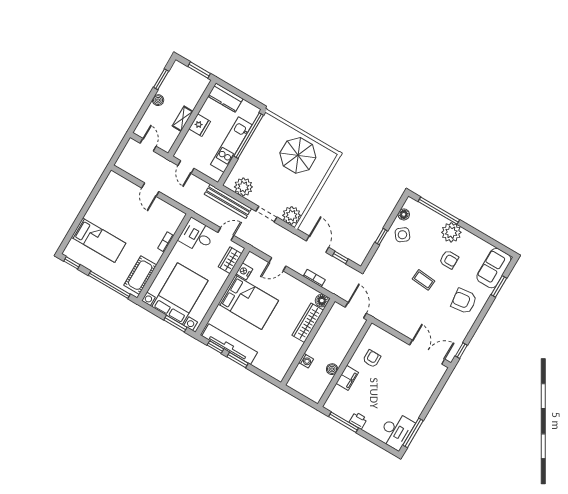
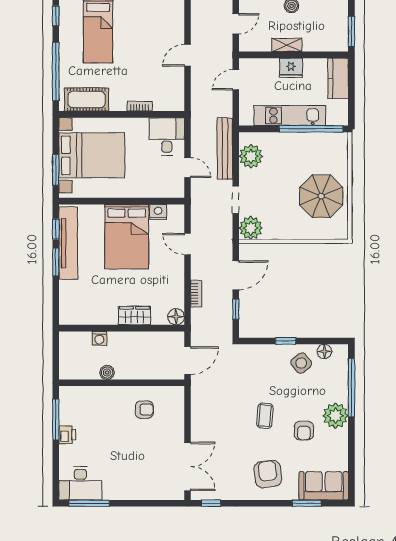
wardrobe: (230, 260) -> (161, 189), removed
wardrobe: (308, 323) -> (134, 316), width x0.67
filing cabinet: (347, 378) -> (107, 395), removed

